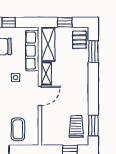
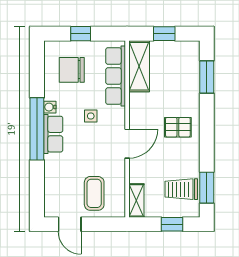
pallet: (79, 40) -> (178, 127), moved, turned 90
shelving: (46, 74) -> (136, 200), moved
trolley: (76, 126) -> (181, 189), turned -90

